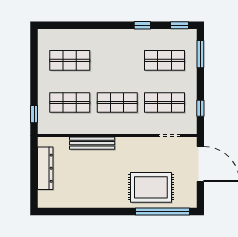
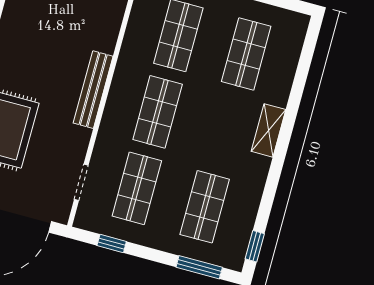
window: (142, 25) -> (271, 187), removed
shelving: (110, 35) -> (269, 130), added
bench: (92, 143) -> (93, 90), moved

